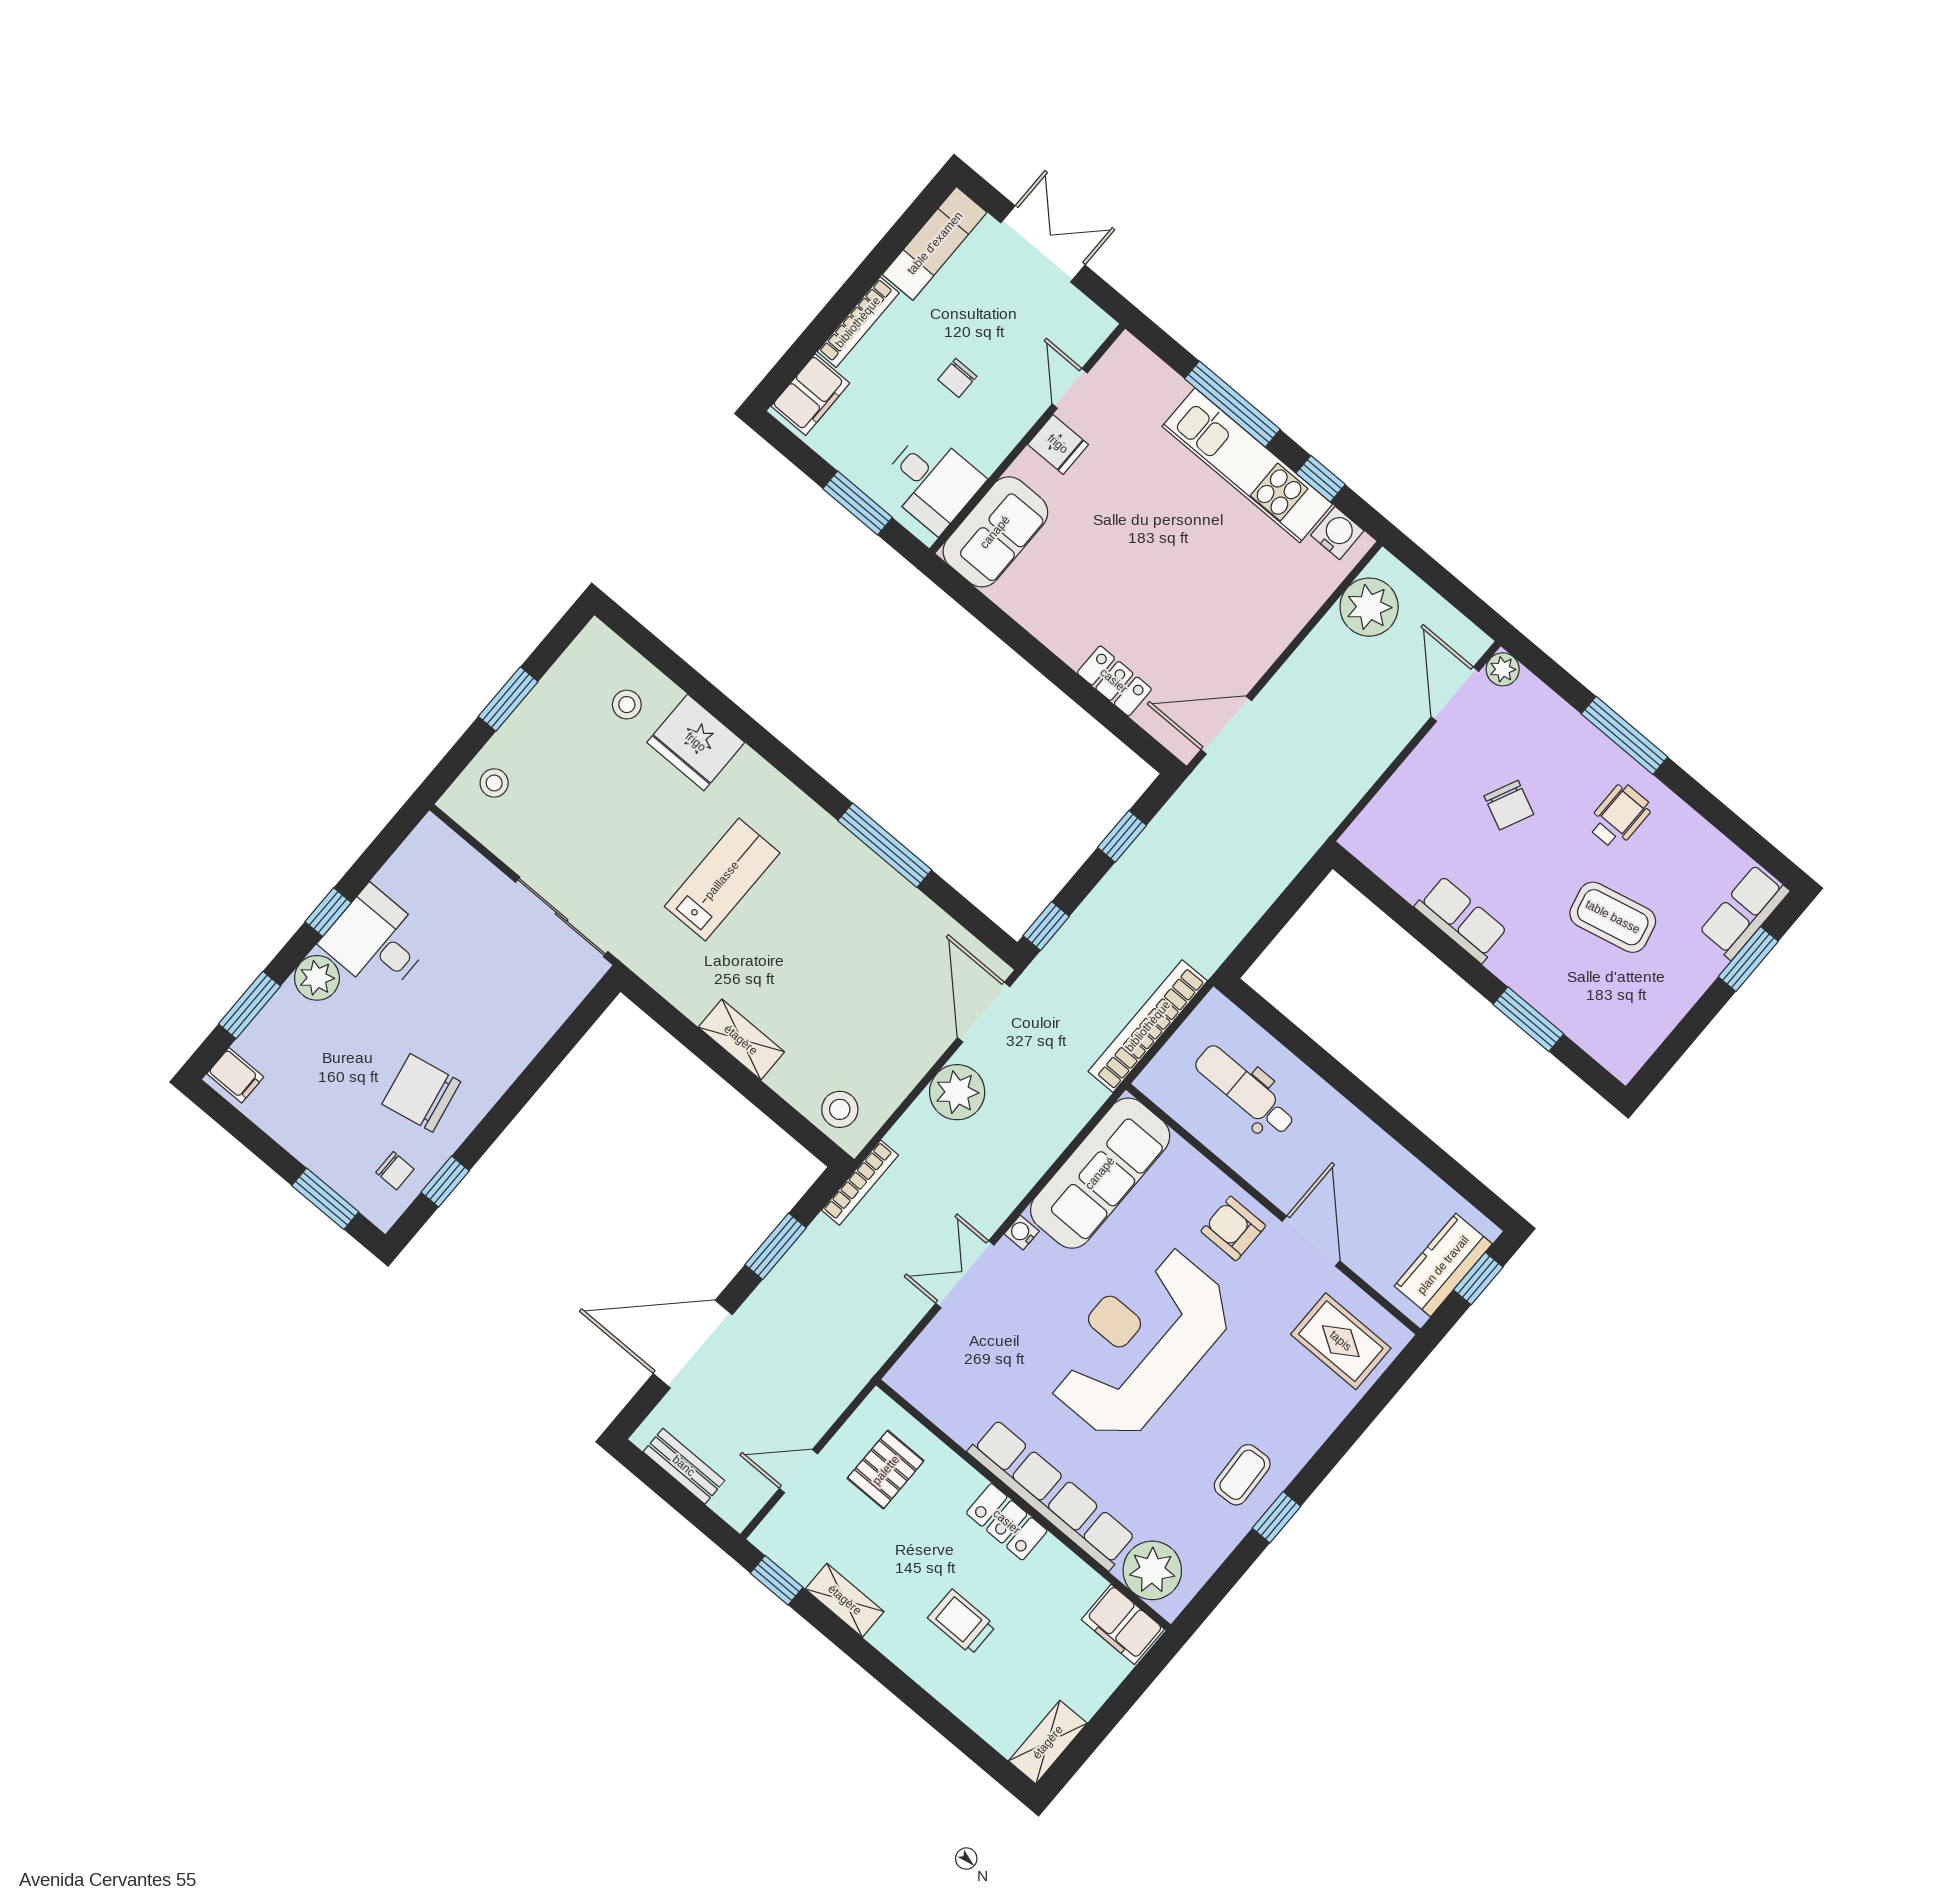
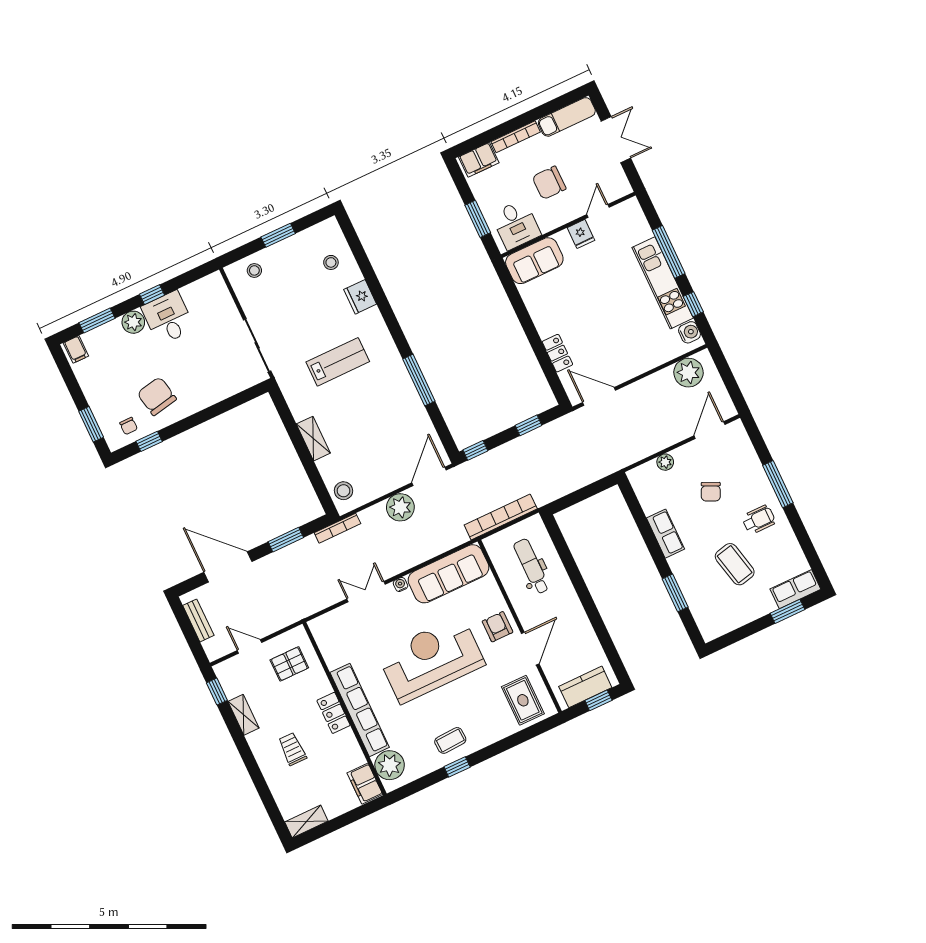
chair: (957, 378) -> (549, 183), width x1.87, depth x1.87
plant: (1503, 669) -> (665, 462), moved
fridge: (696, 742) -> (360, 297), width x0.73, depth x0.75

